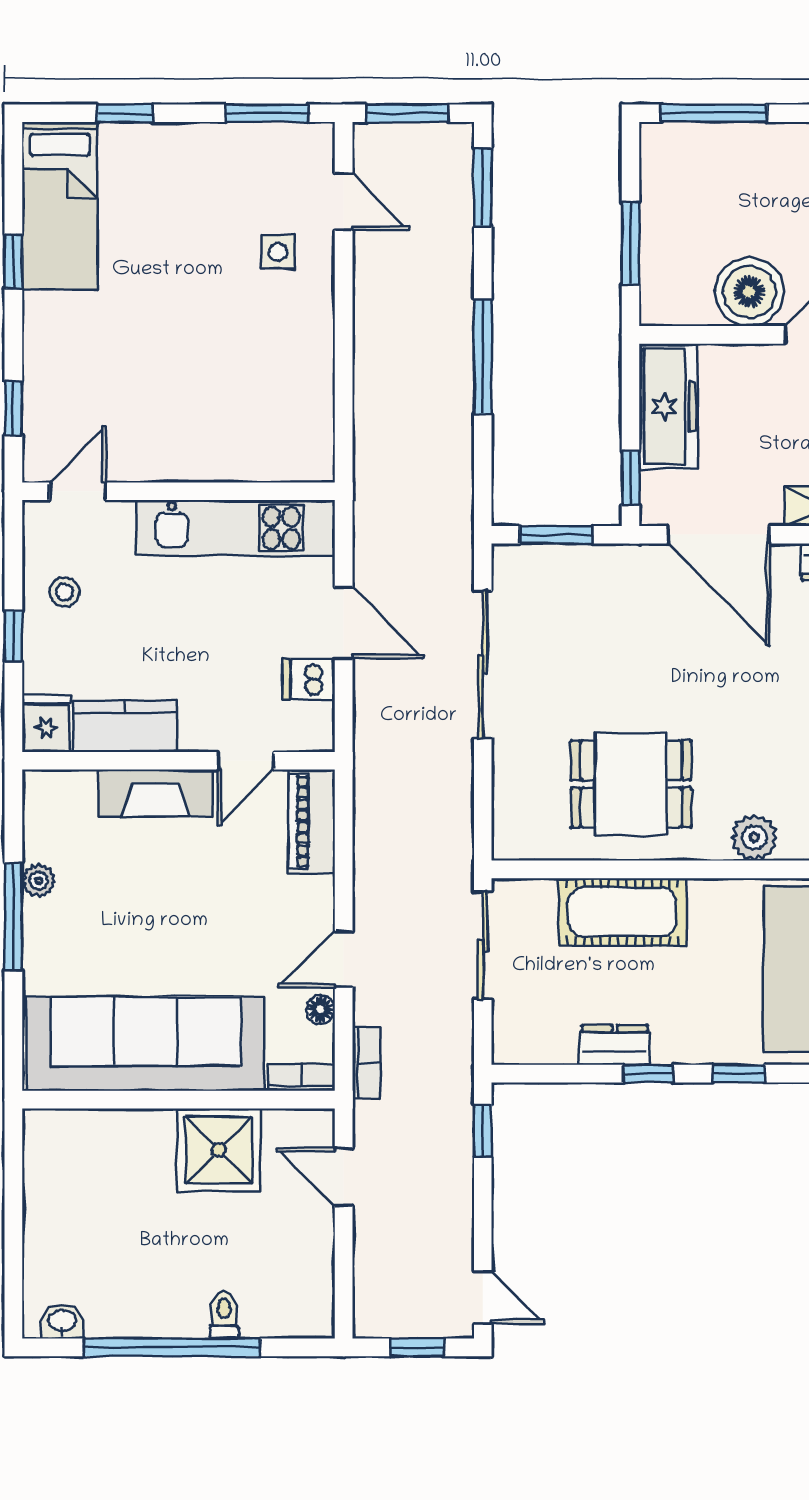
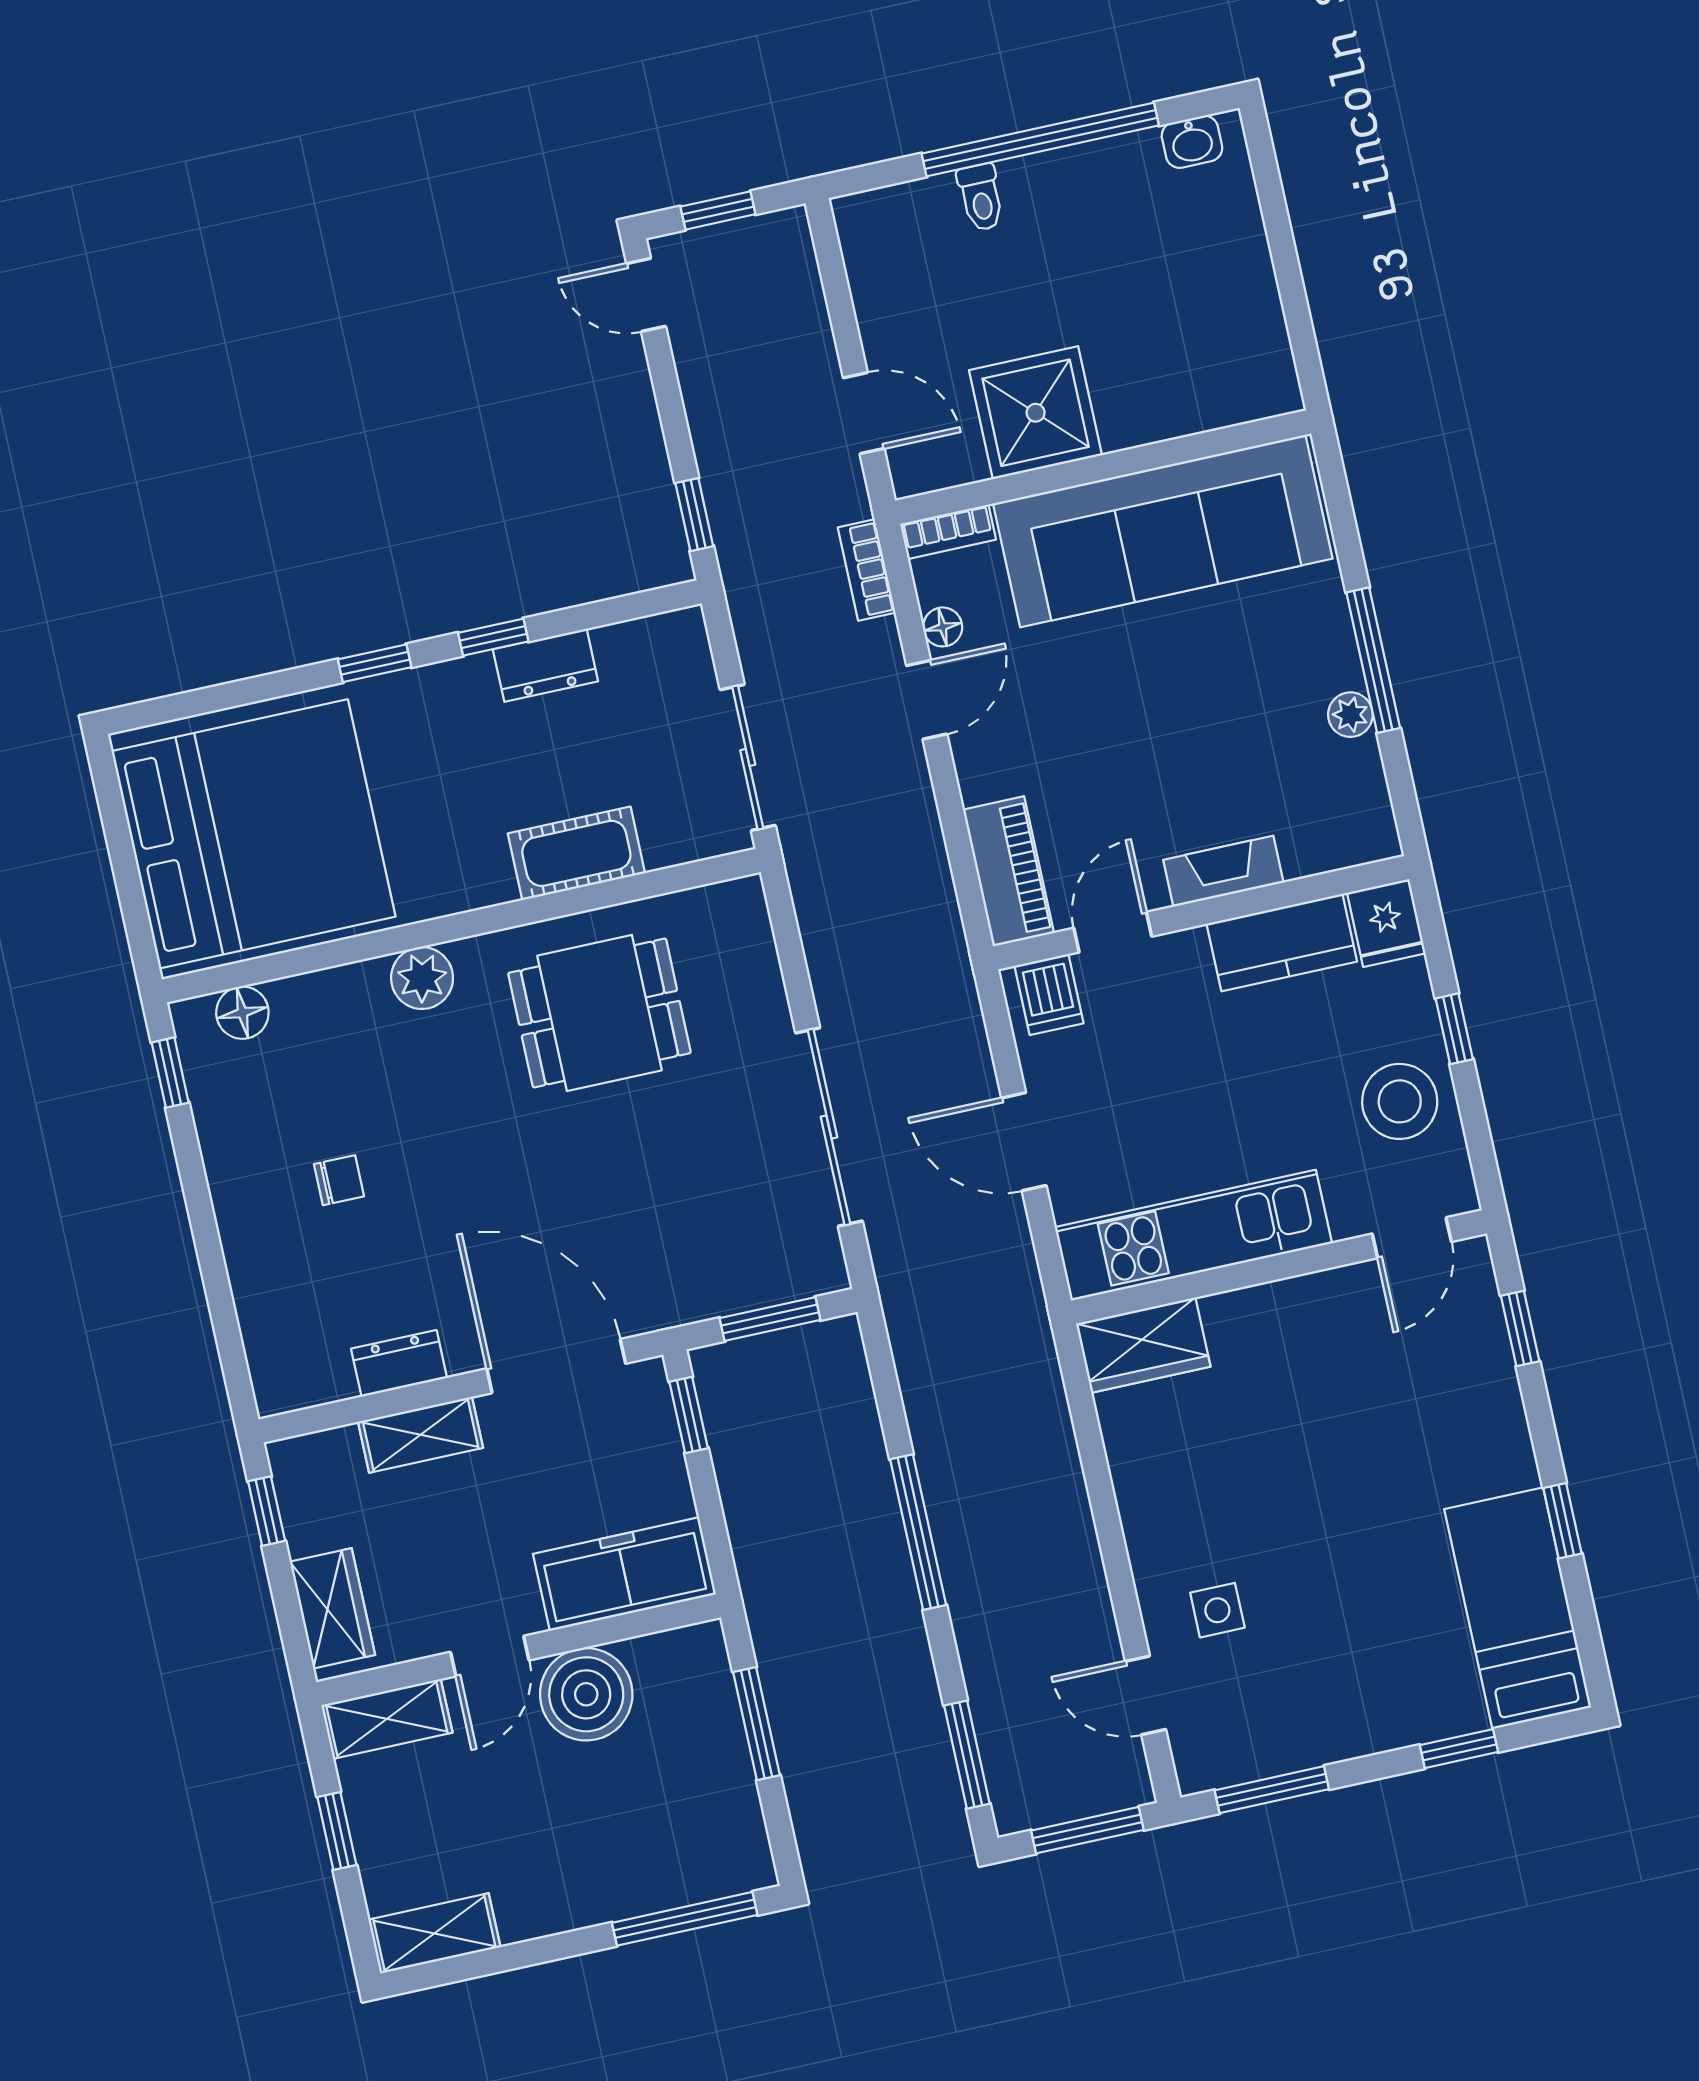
freezer: (668, 407) -> (624, 1574), moved, turned 90
wardrobe: (290, 456) -> (1143, 1345), added
stool: (65, 592) -> (1400, 1101), width x1.89, depth x1.89
dishwasher: (309, 679) -> (1049, 995), moved, turned 90
fireplace: (156, 793) -> (1223, 871), width x0.73, depth x0.76
cot: (622, 912) -> (576, 853), width x0.73, depth x0.75

